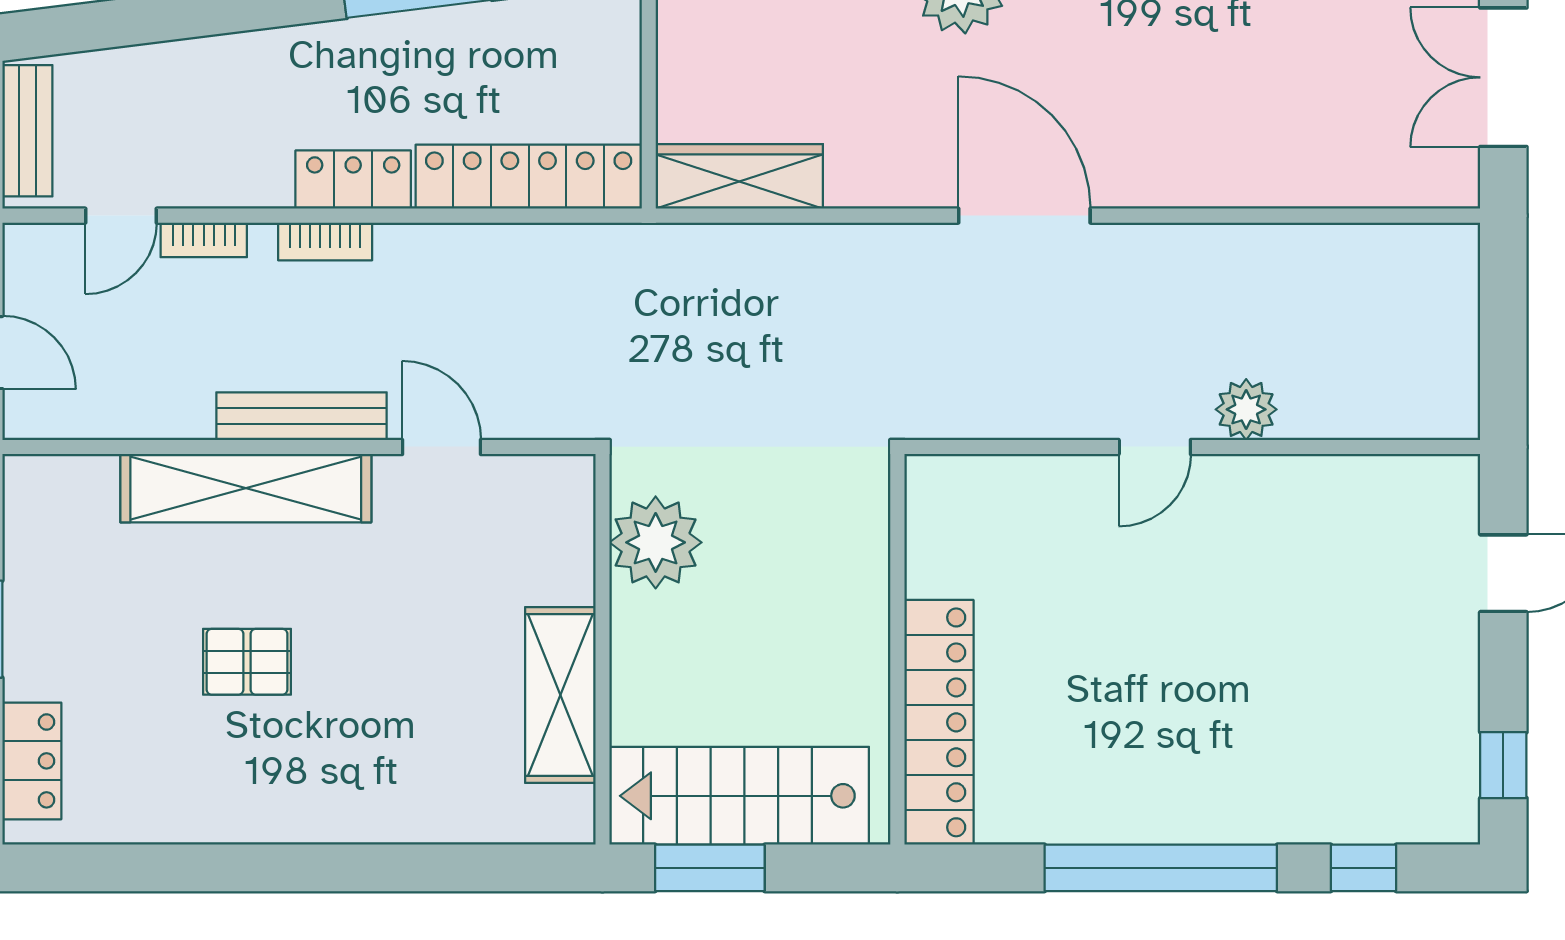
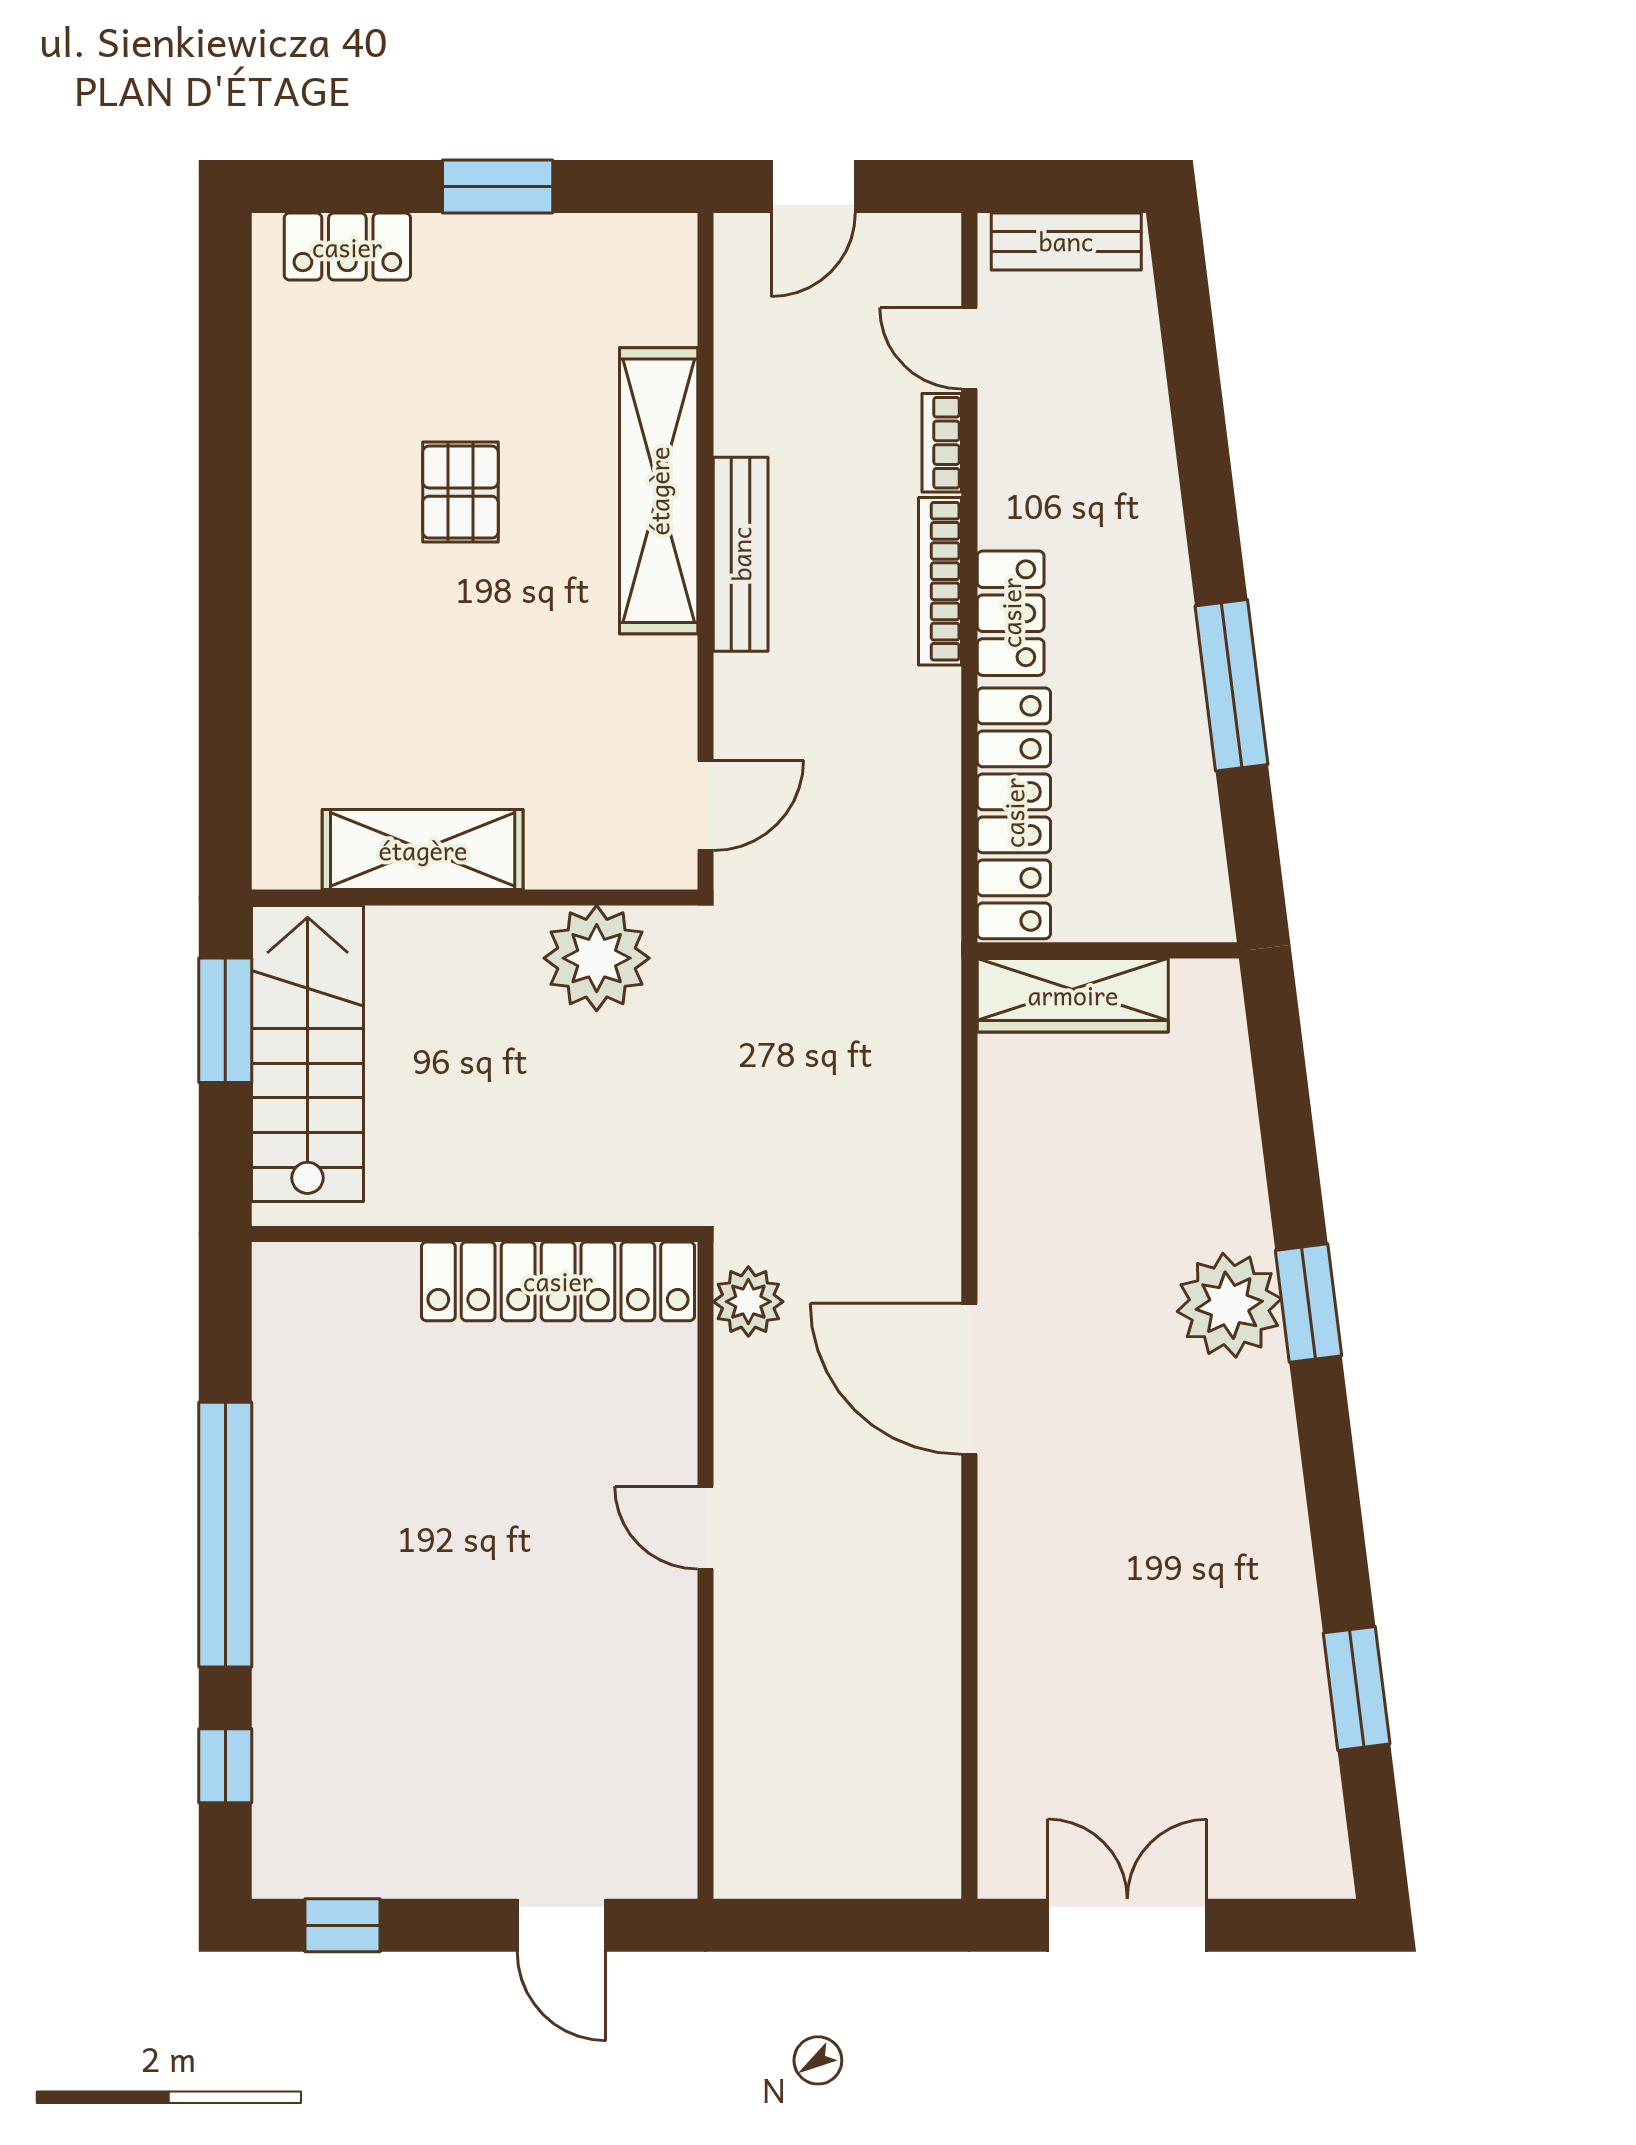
wardrobe: (739, 176) -> (1073, 995), moved, turned 90
door: (1024, 216) -> (969, 1379), swing flipped
bookcase: (325, 241) -> (940, 581), width x1.56
plant: (1246, 409) -> (748, 1302), moved
door: (441, 447) -> (706, 805), moved
locker: (939, 722) -> (558, 1281), moved

